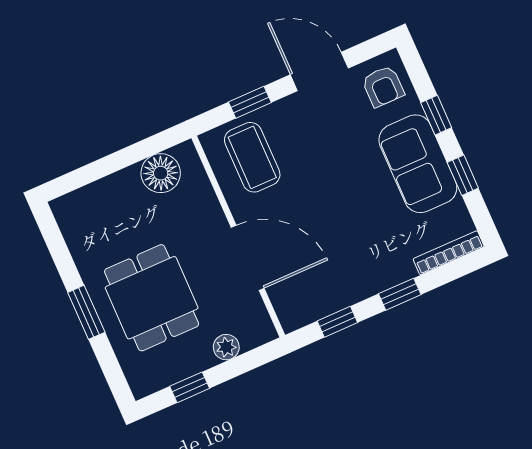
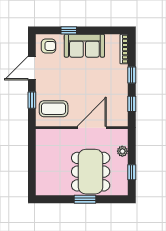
floor lamp: (161, 173) -> (44, 147), removed
window: (463, 175) -> (97, 30), removed
dining table: (152, 298) -> (91, 172), width x1.37

